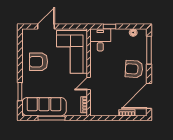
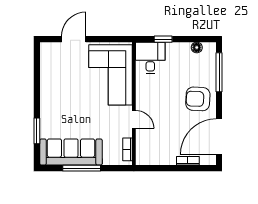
armchair: (38, 62) -> (63, 89), removed
door: (89, 84) -> (134, 119), swing flipped

